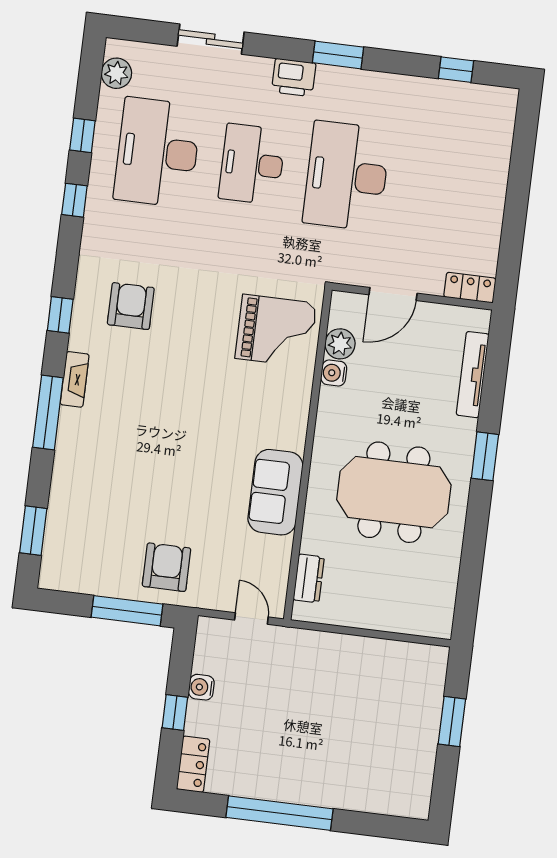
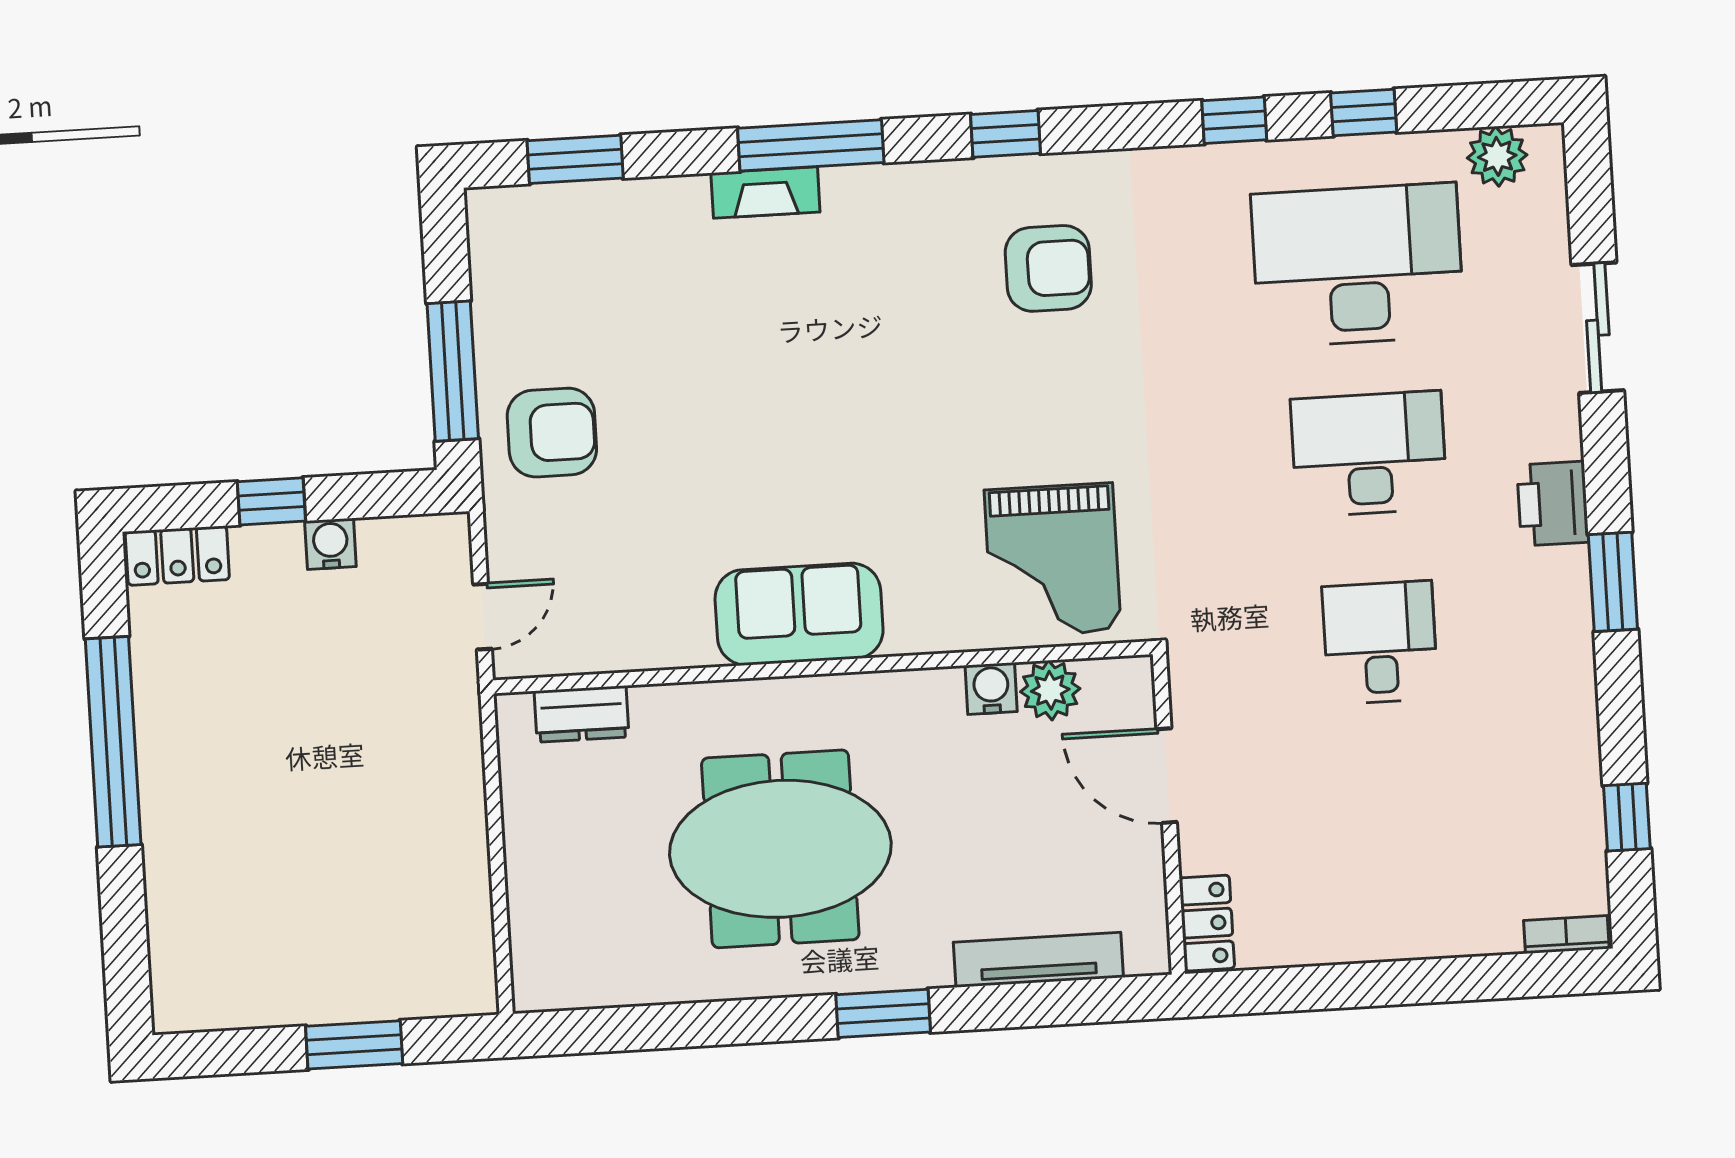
bookcase: (509, 110) -> (1566, 934), added
desk: (347, 176) -> (1380, 642), width x0.53, depth x0.77
fireplace: (75, 379) -> (765, 192), moved
sofa: (275, 492) -> (799, 614), moved
meeting table: (394, 492) -> (780, 849), turned 90

